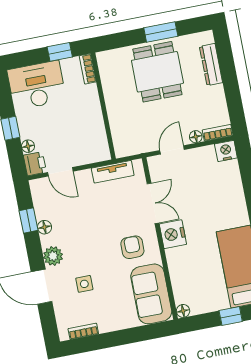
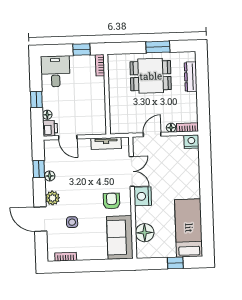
dining table: (157, 72) -> (151, 76), turned 90
desk: (37, 85) -> (55, 71), width x0.73
floor lamp: (183, 311) -> (145, 233), moved, width x1.89, depth x1.89

